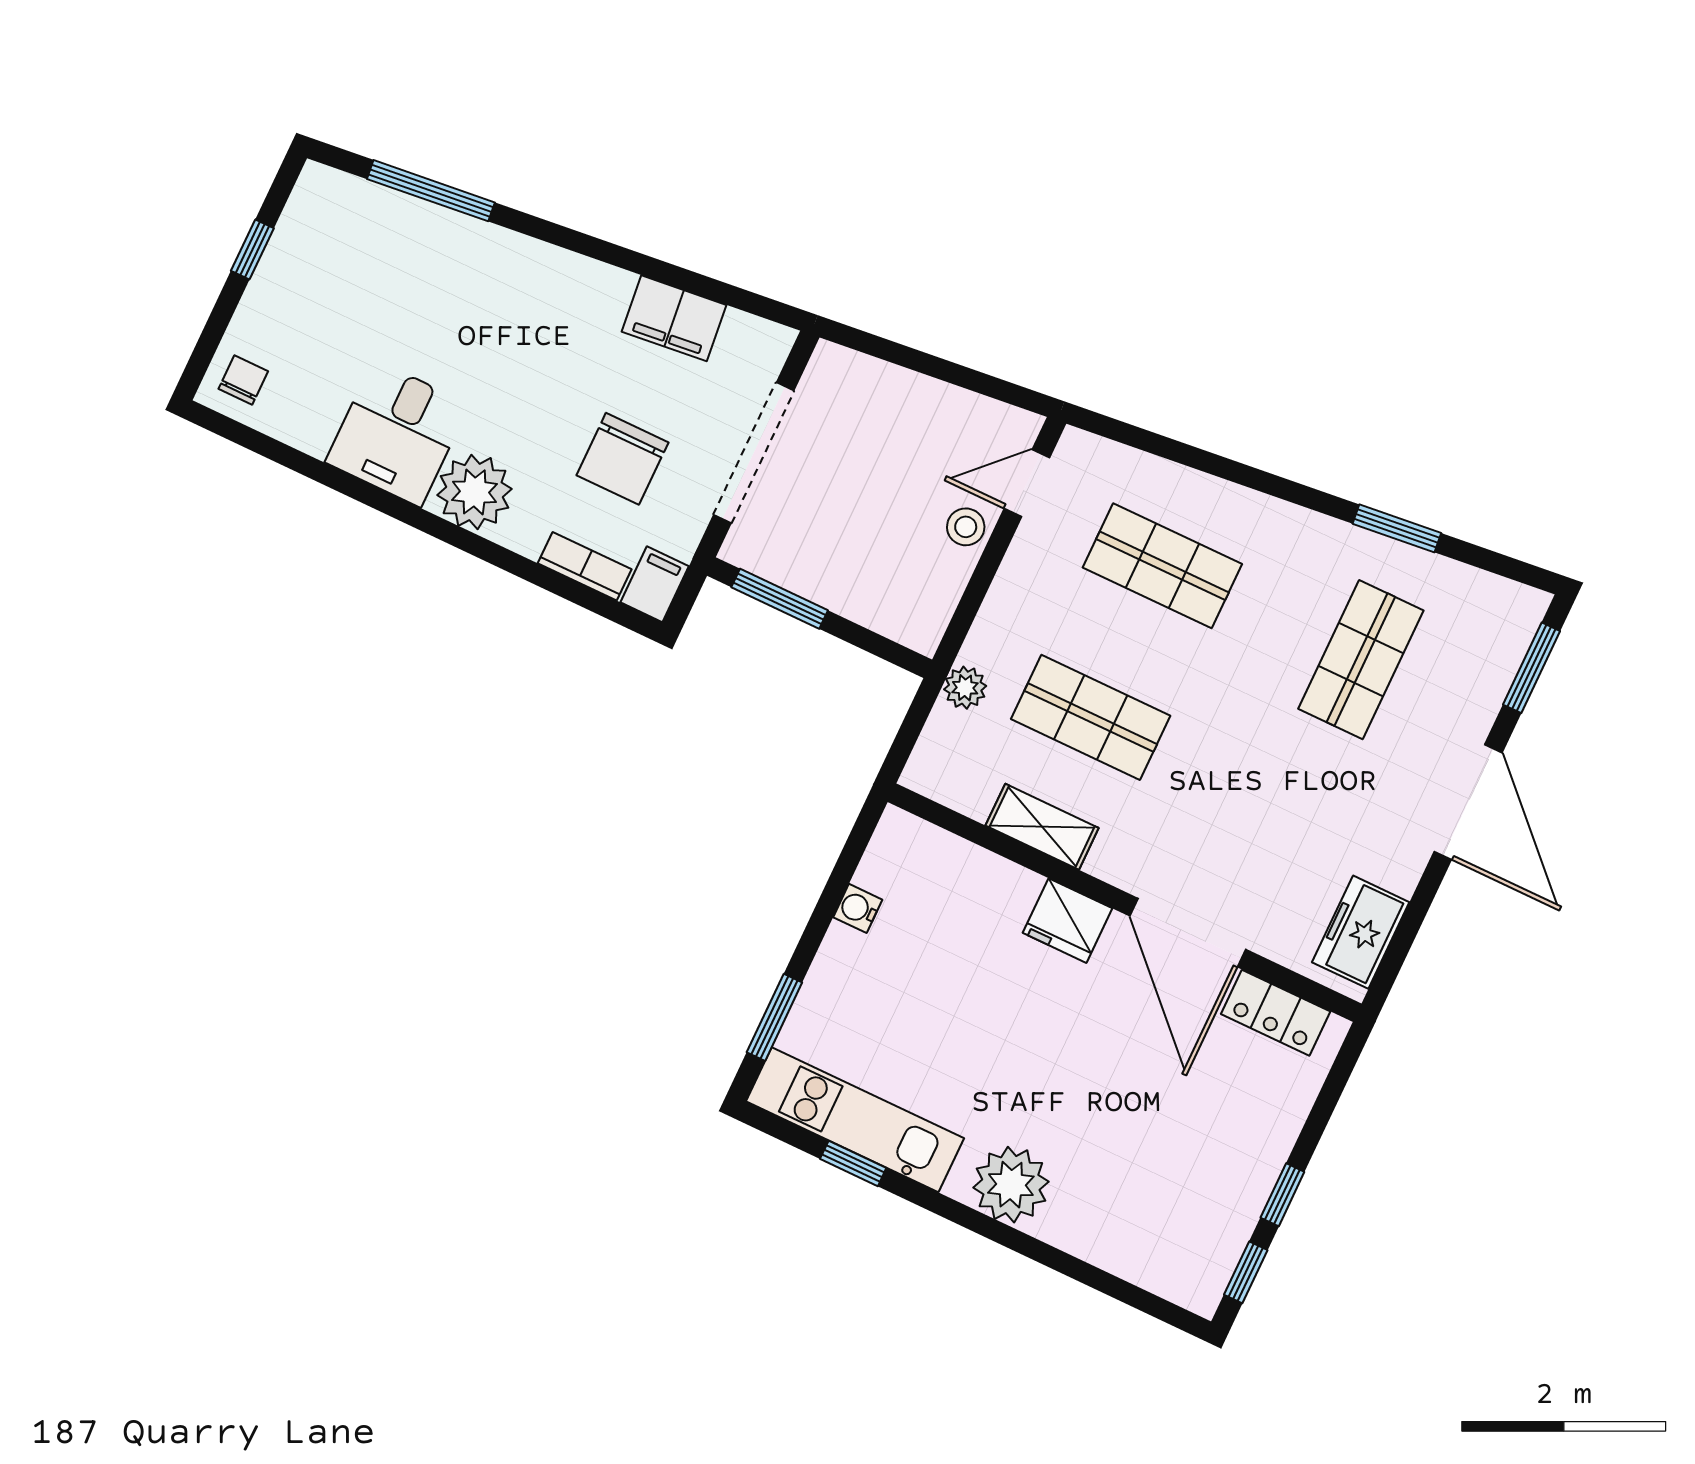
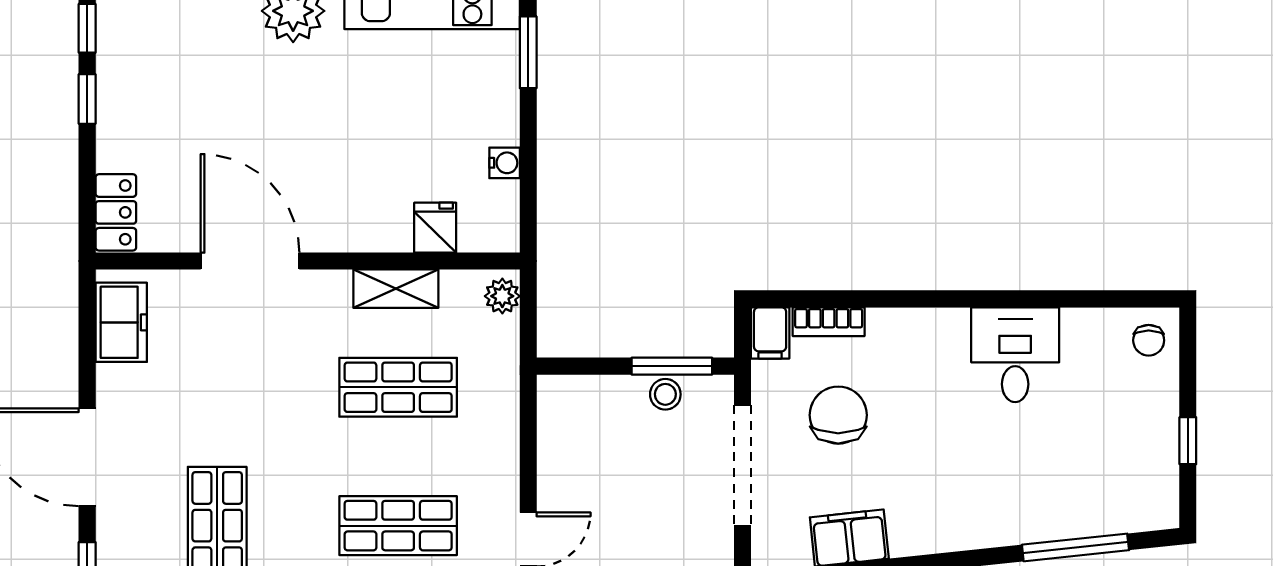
plant: (474, 492) -> (937, 338), removed
stool: (966, 527) -> (665, 394), moved
plant: (965, 688) -> (502, 296), moved
fridge: (1067, 921) -> (435, 228), moved, width x0.72
locker: (1276, 1013) -> (116, 212), moved, turned 90

